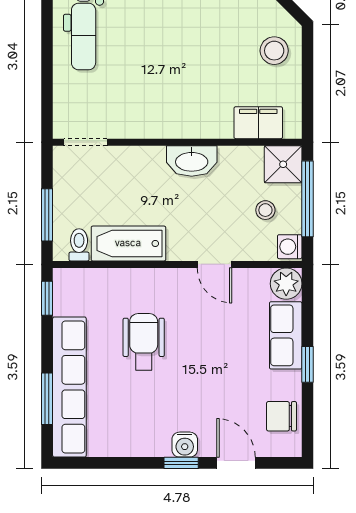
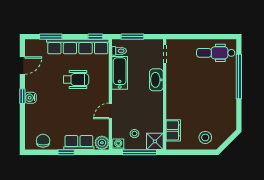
washbasin: (192, 161) -> (156, 80), moved
row of seats: (69, 387) -> (78, 47), moved
door: (236, 463) -> (22, 66), moved

